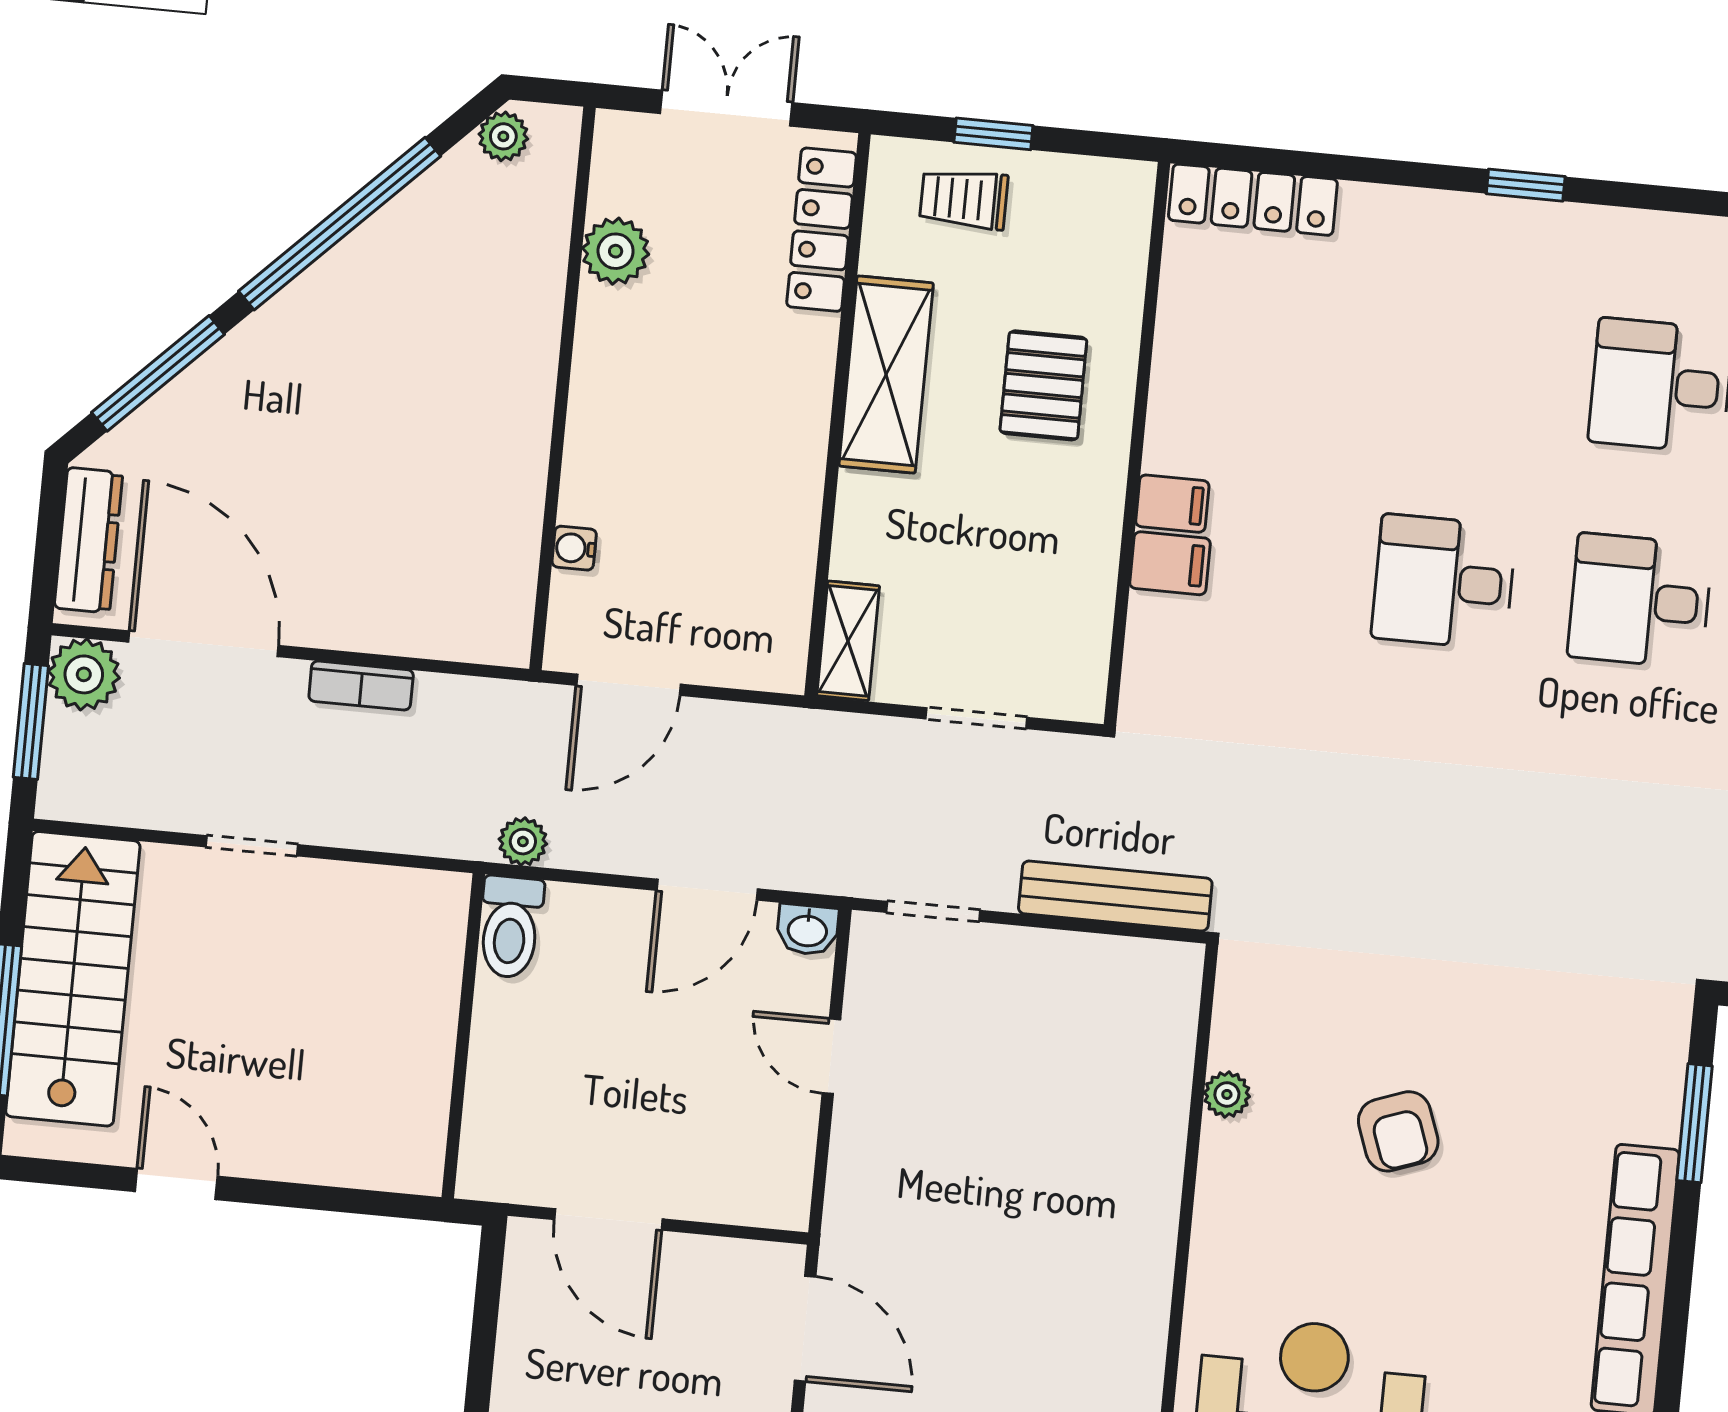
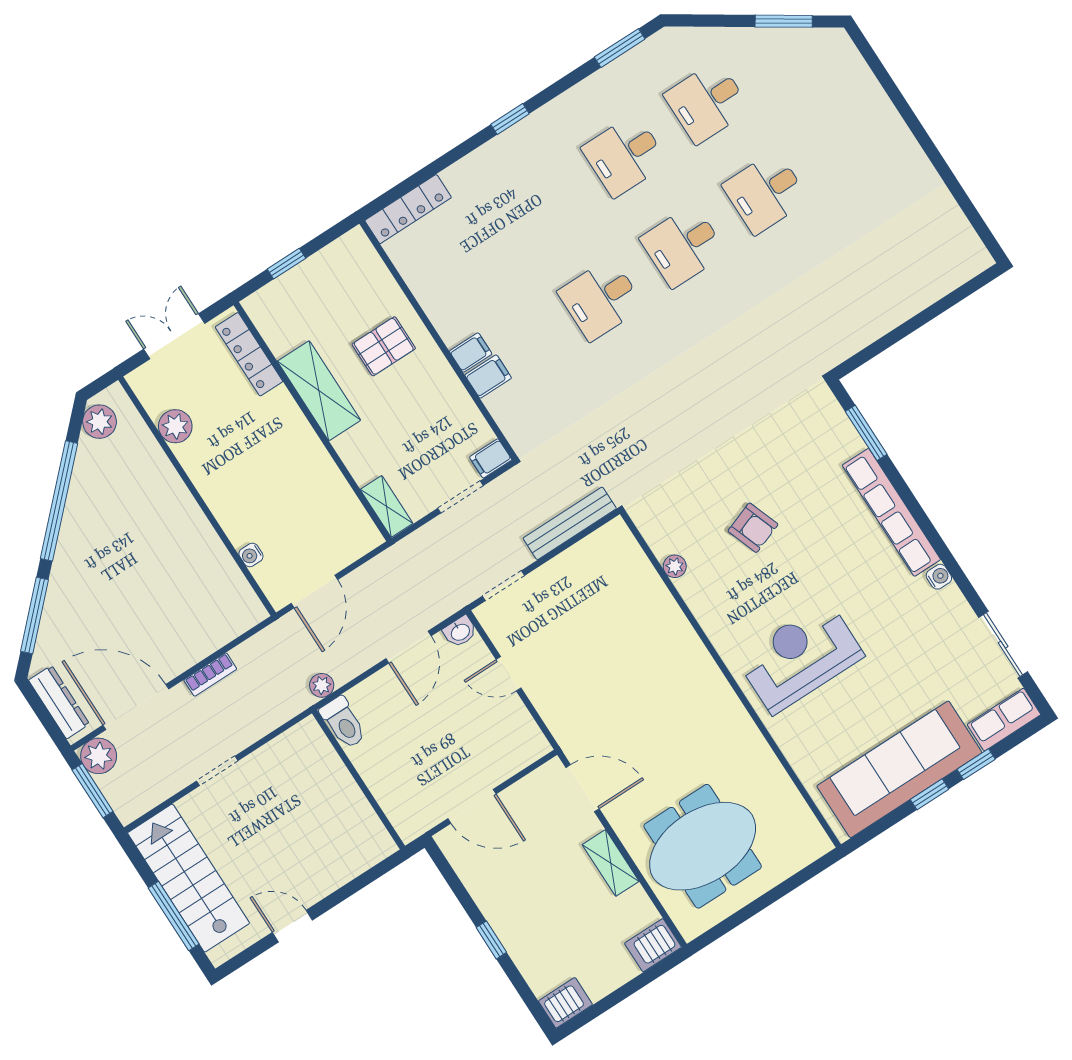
plant: (503, 136) -> (99, 422), width x1.38, depth x1.38
trolley: (964, 199) -> (295, 298), removed
pallet: (1043, 385) -> (384, 346), turned 90
filing cabinet: (1072, 695) -> (491, 458), added

